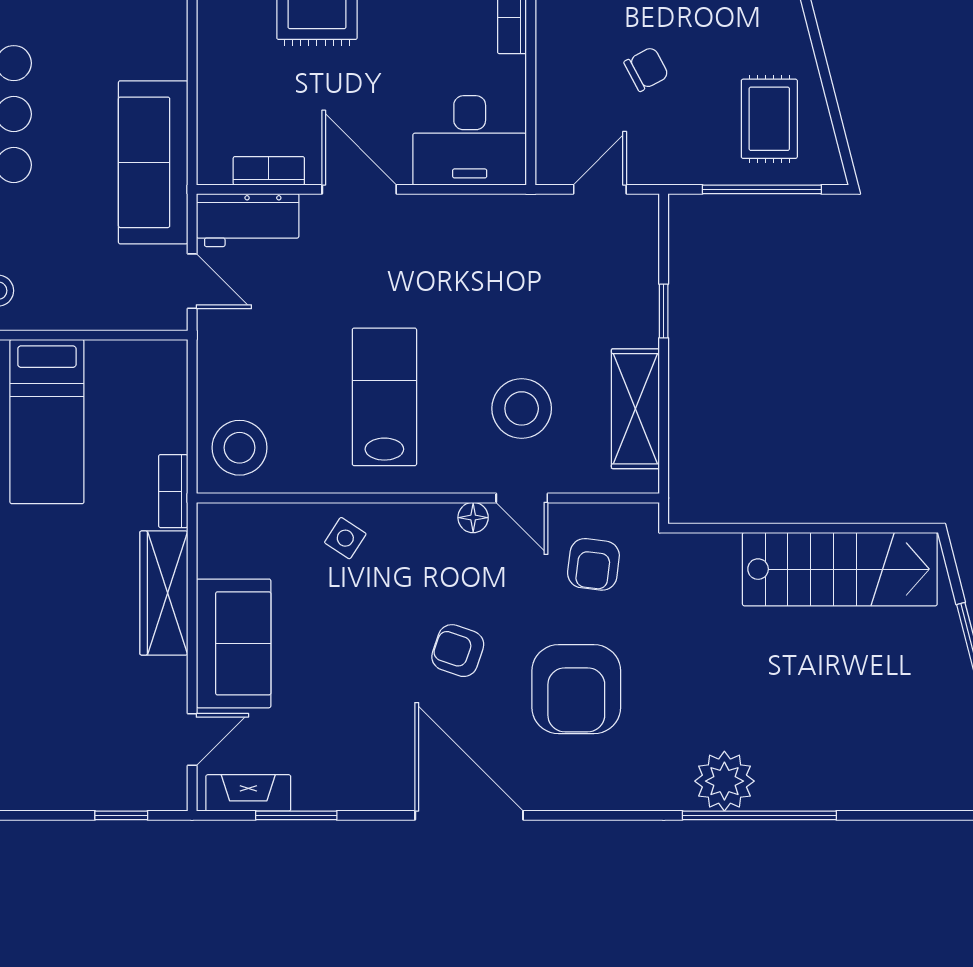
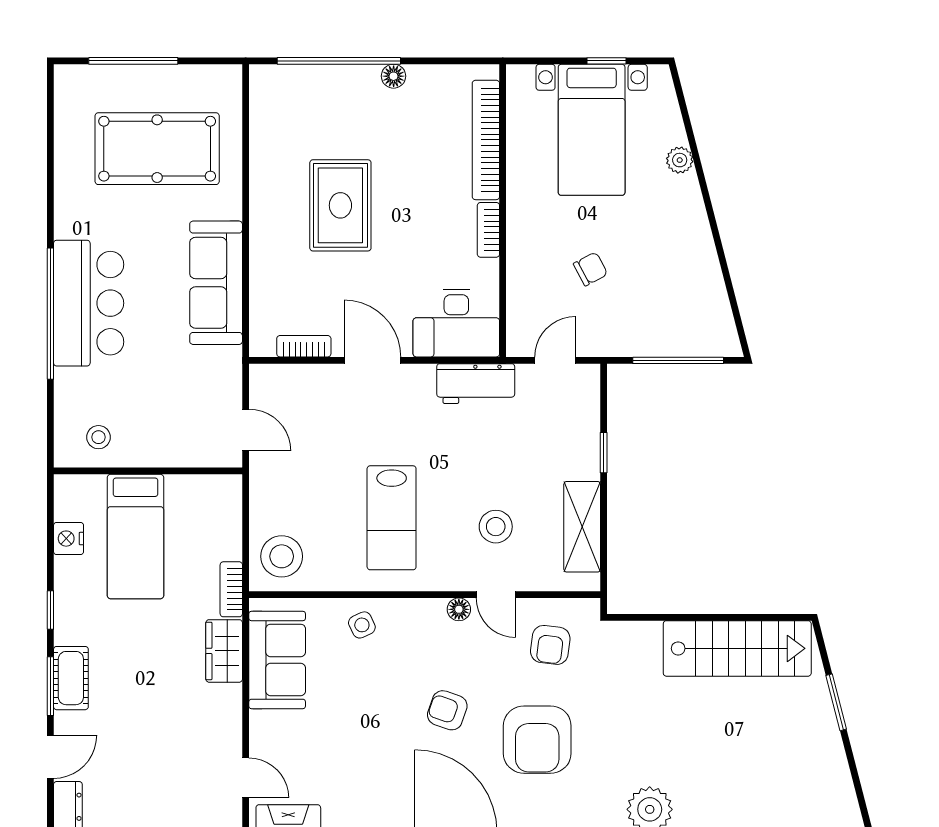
rug: (769, 119) -> (684, 307), removed
sofa: (153, 162) -> (216, 283), moved
workbench: (248, 220) -> (476, 384), moved
lab bench: (384, 397) -> (392, 518), turned 180
stool: (522, 408) -> (496, 527), width x0.73, depth x0.73
side table: (345, 538) -> (362, 625), turned 32
wardrobe: (164, 593) -> (224, 651), width x0.67
sofa: (234, 643) -> (277, 660), moved
door: (192, 740) -> (246, 778), hinge flipped

